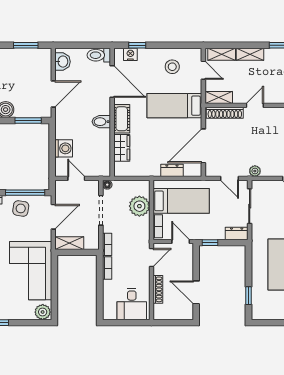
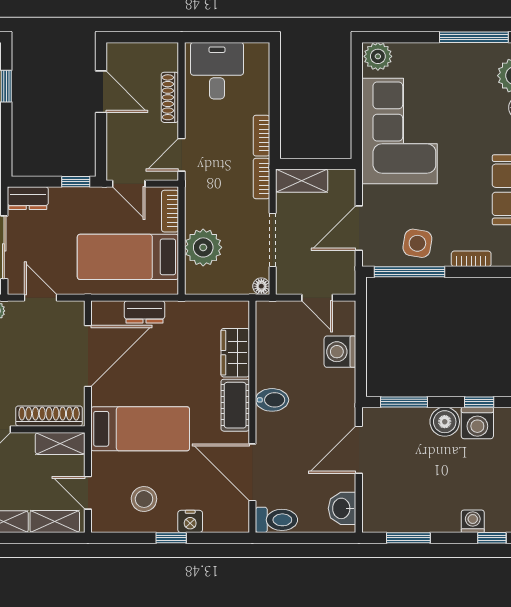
window: (137, 45) -> (171, 538), moved
nightstand: (130, 54) -> (190, 521), moved
shelving: (69, 243) -> (302, 181), moved

